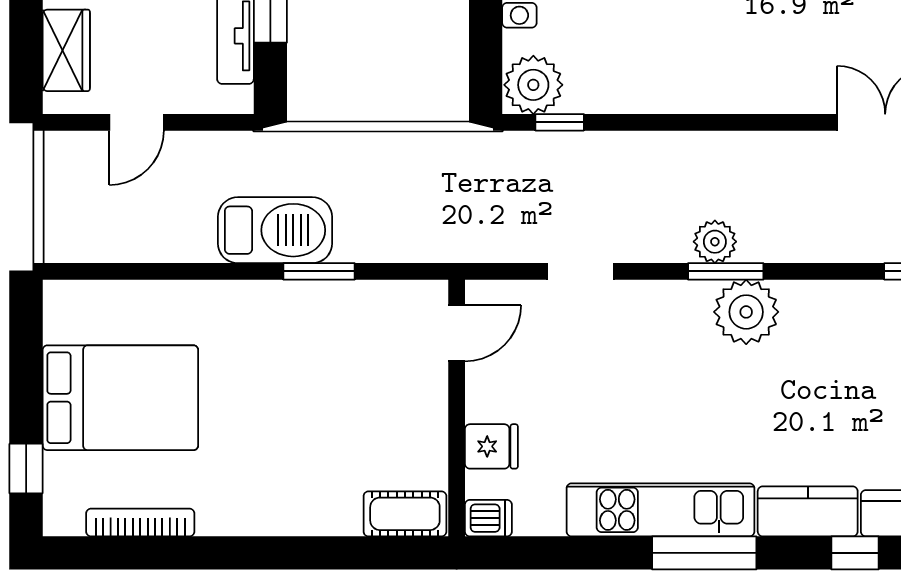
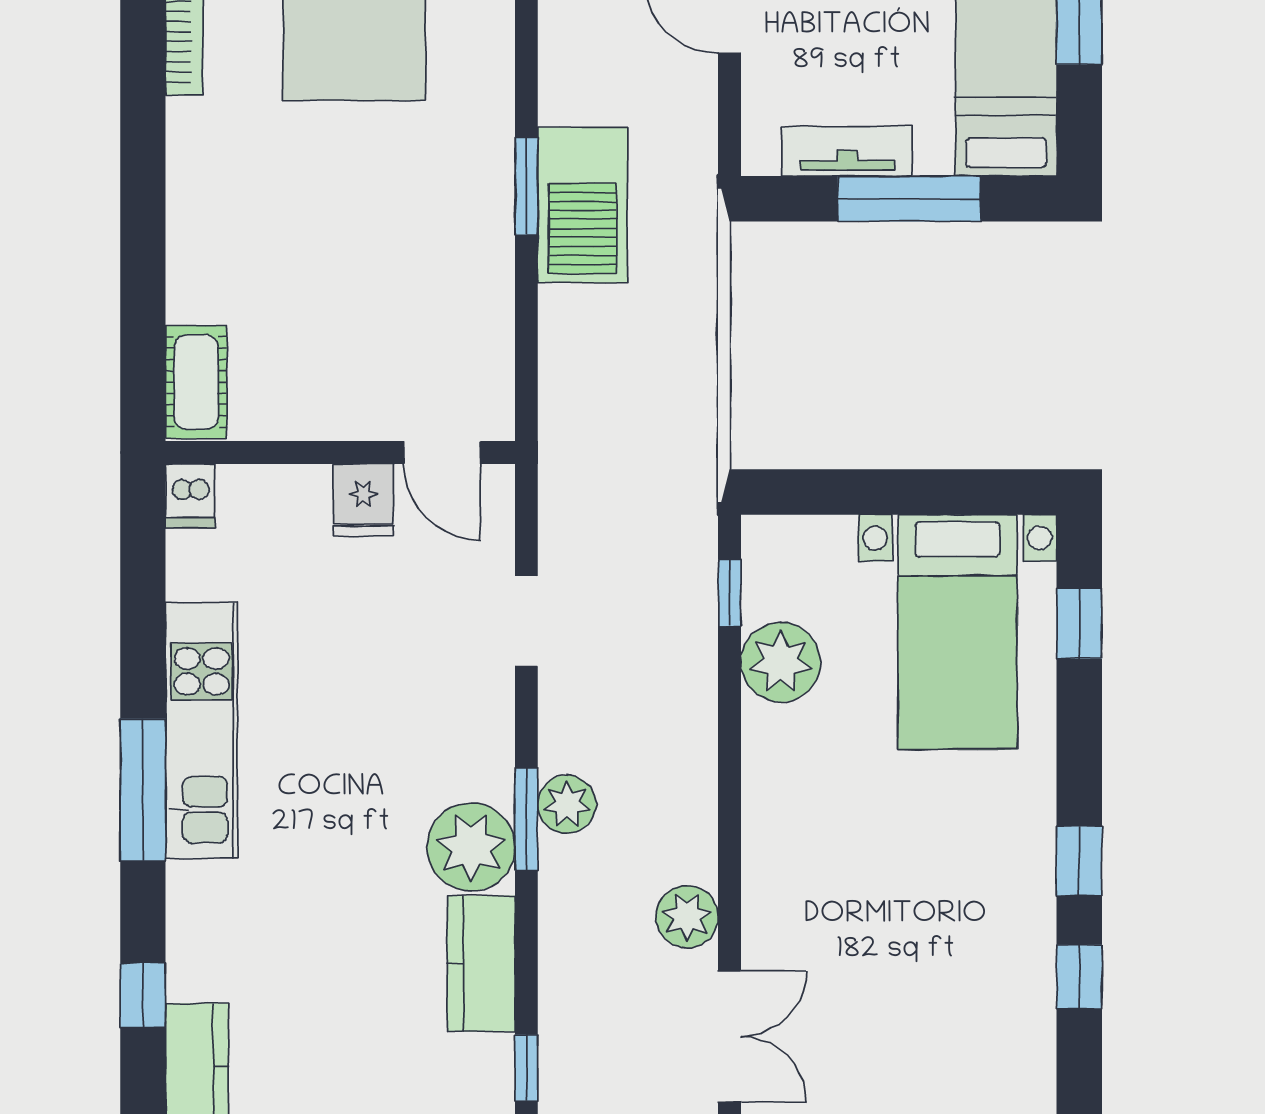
plant: (533, 85) -> (781, 662), moved
plant: (797, 154) -> (687, 917), added
window: (319, 271) -> (526, 186), moved
fridge: (491, 446) -> (364, 500), moved
kitchen counter: (808, 511) -> (481, 964), moved, turned 180

